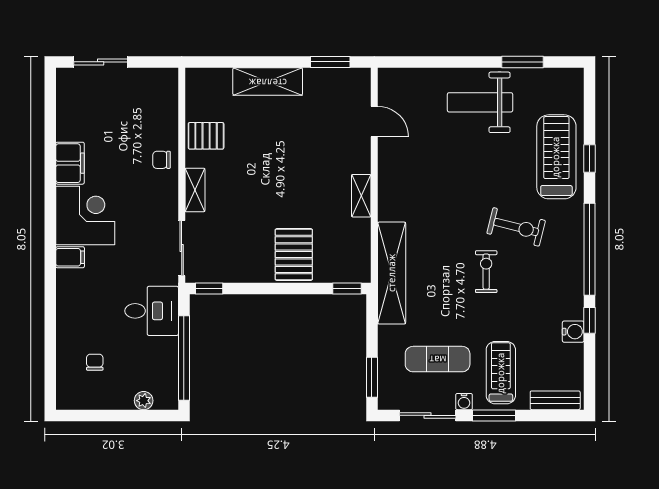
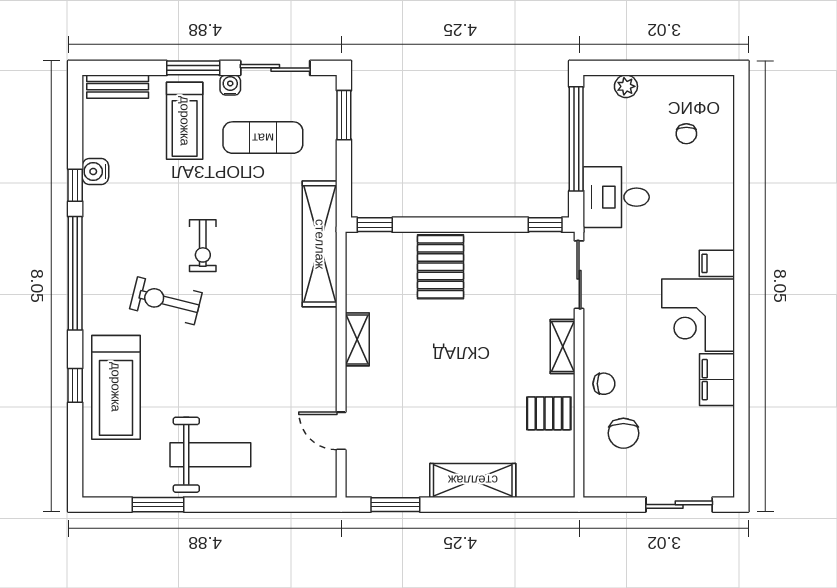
chair: (146, 120) -> (623, 433), added

